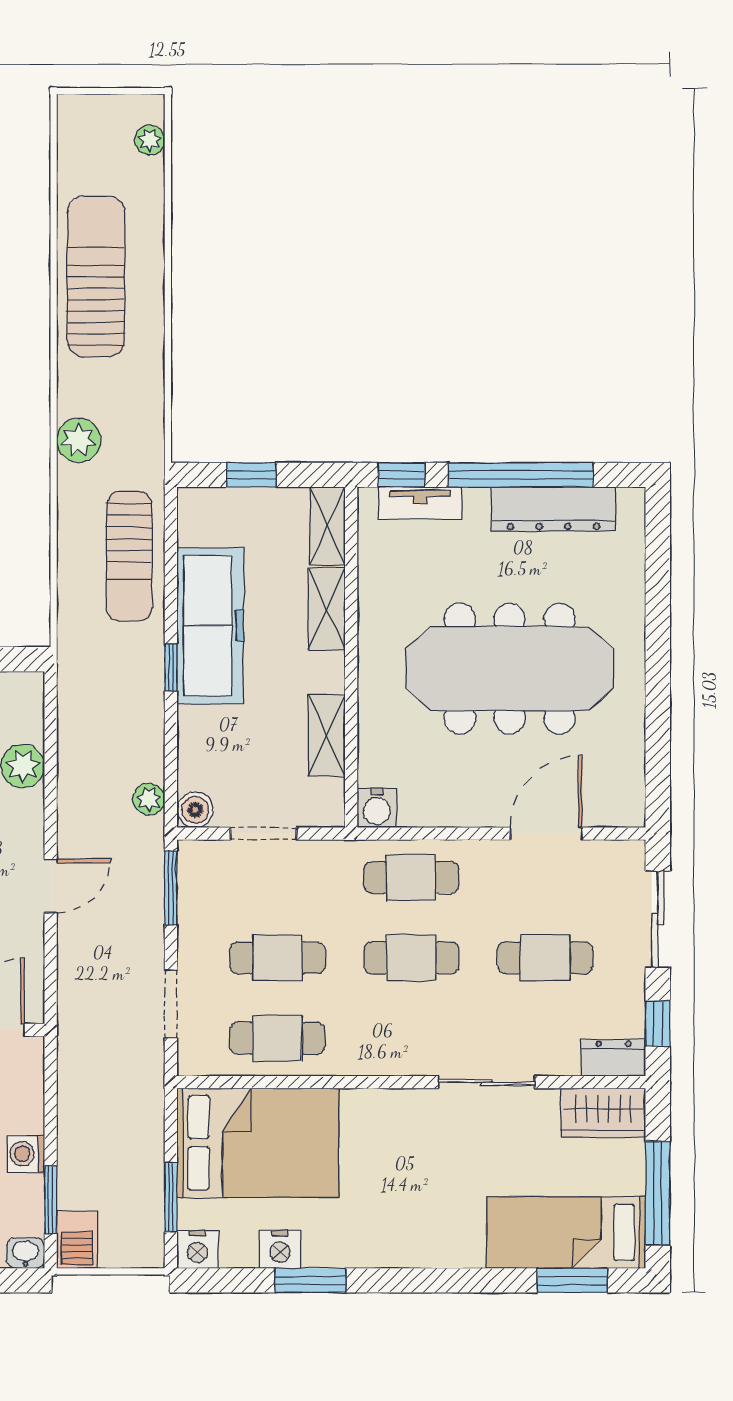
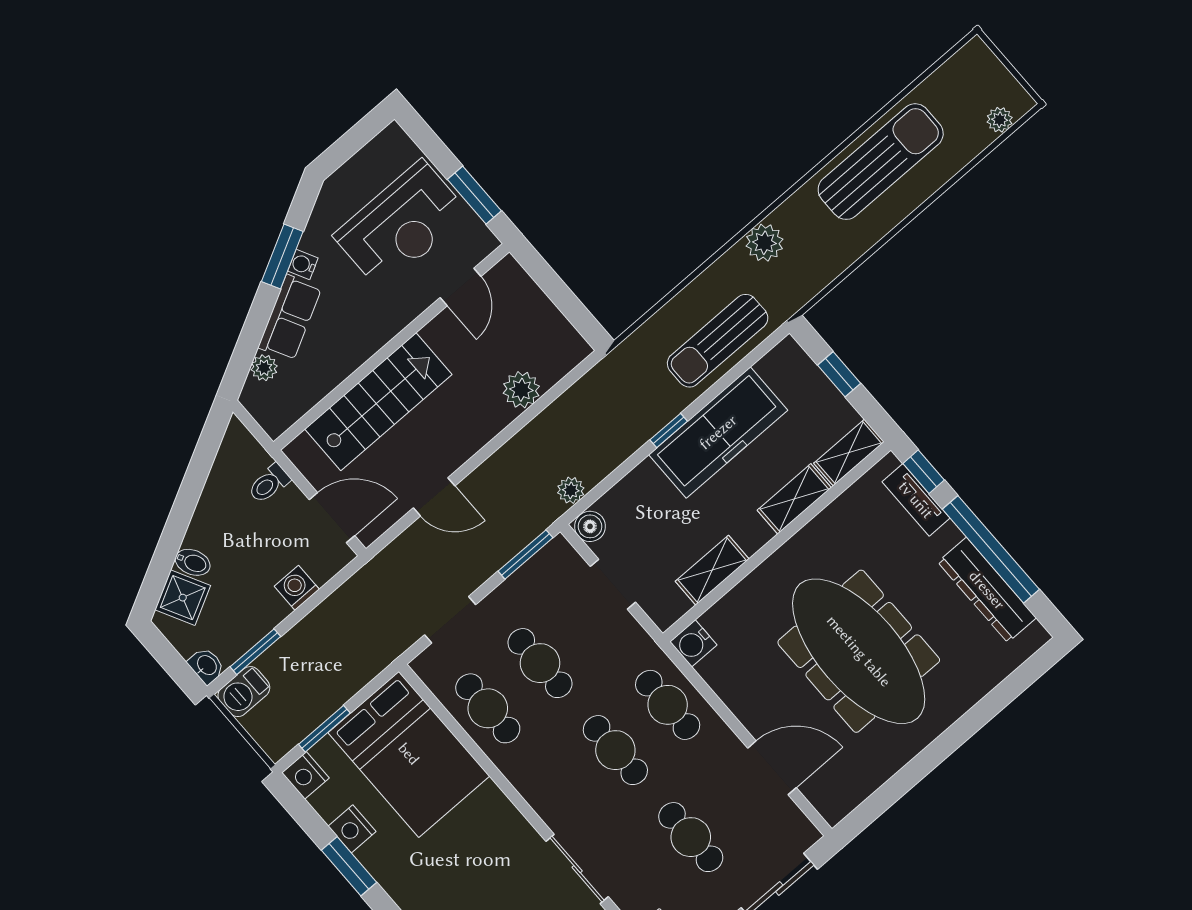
door: (51, 886) -> (434, 497), moved
washing machine: (26, 1154) -> (297, 588), moved

